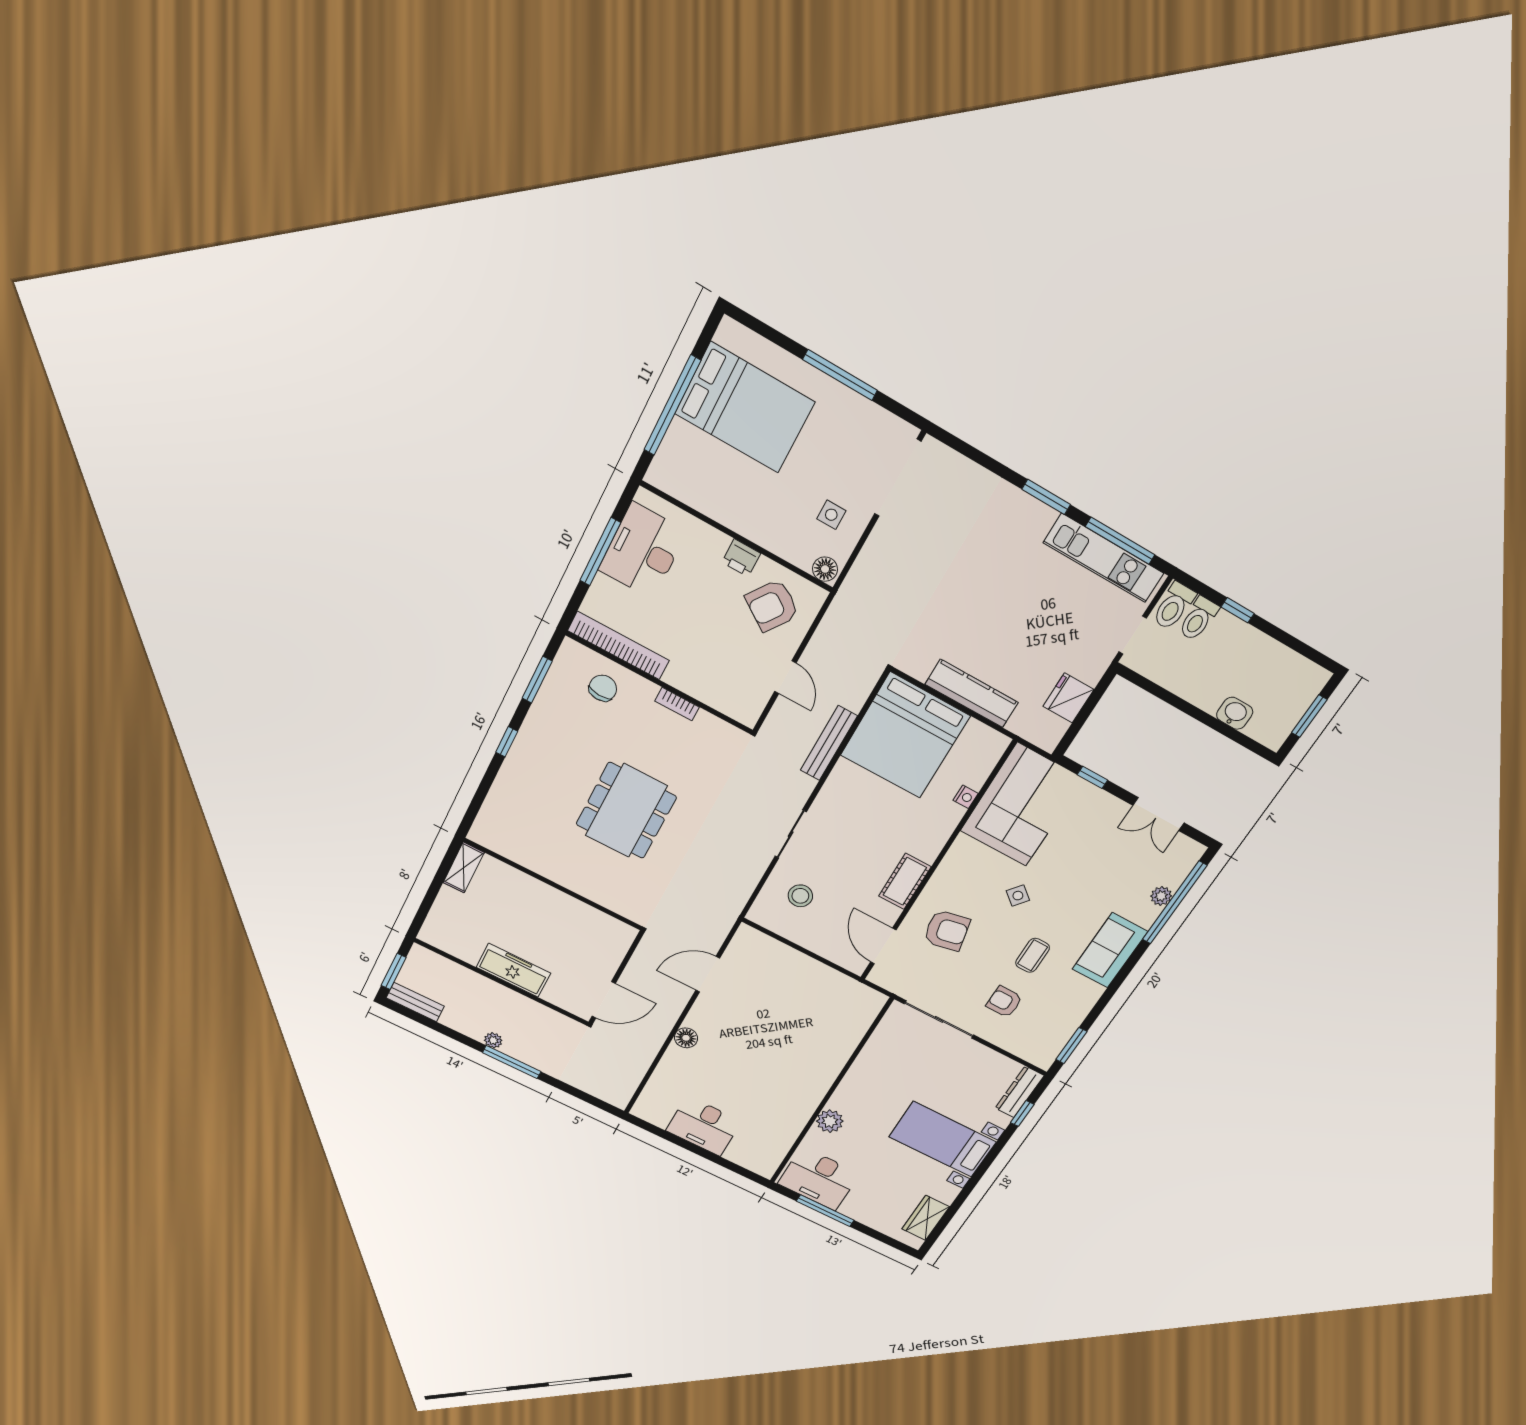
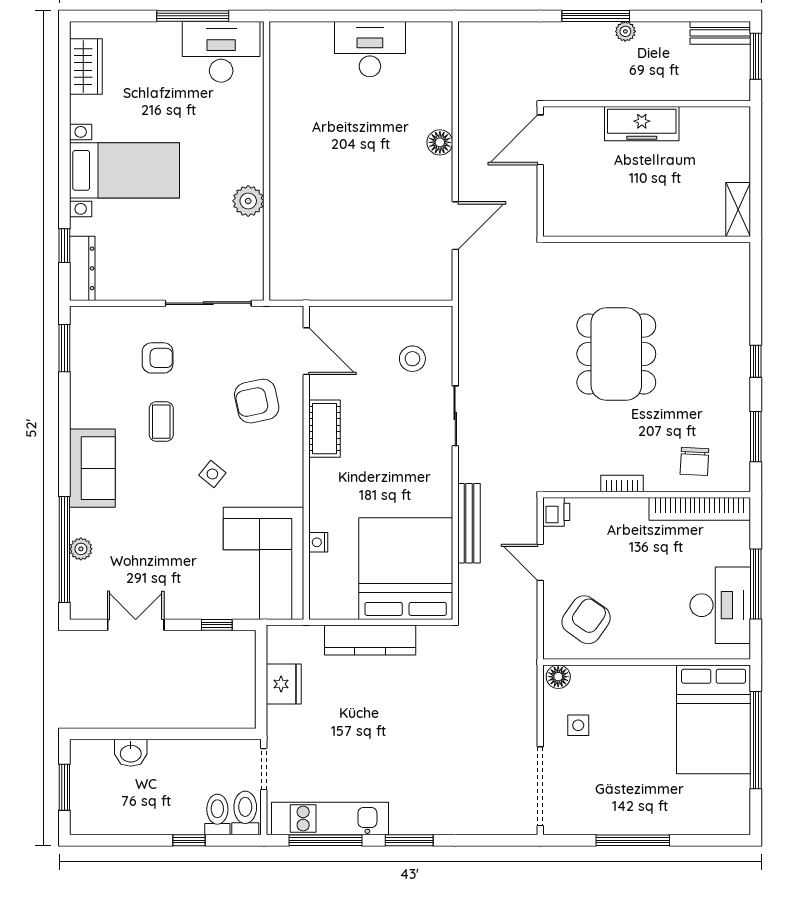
bed: (745, 408) -> (714, 719), moved, turned -90
printer: (741, 558) -> (556, 512), moved, turned 90
plant: (830, 1121) -> (248, 201), moved

